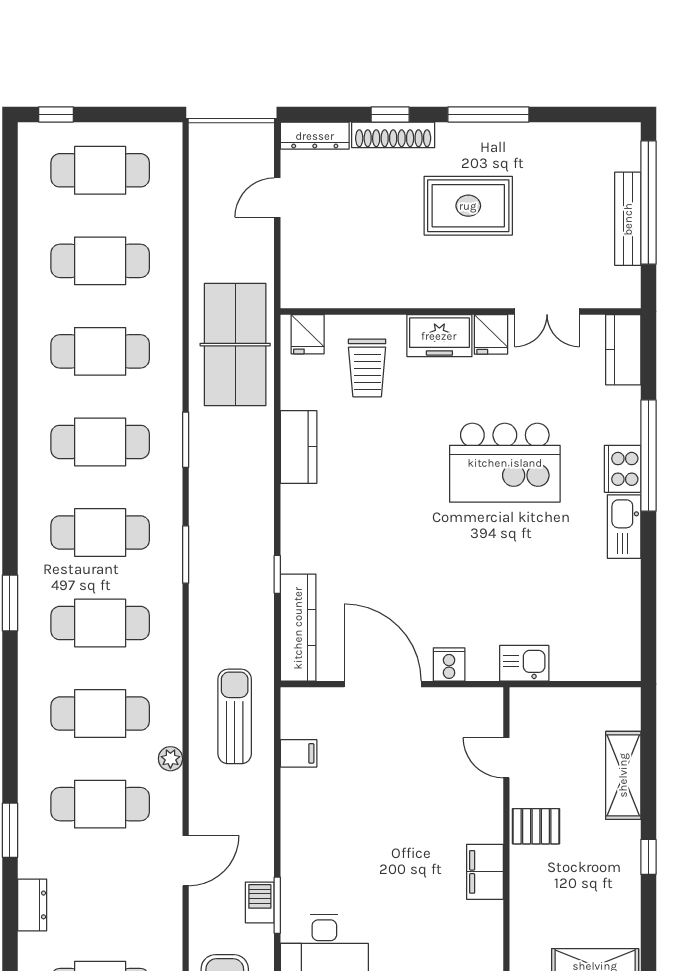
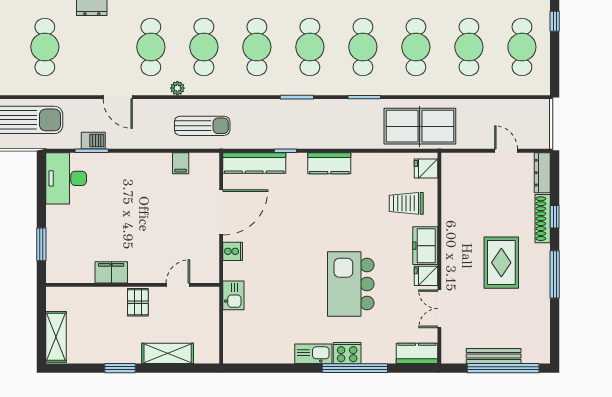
kitchen counter: (299, 447) -> (329, 163), moved
window: (648, 857) -> (120, 368), width x1.50

